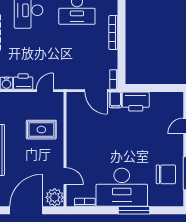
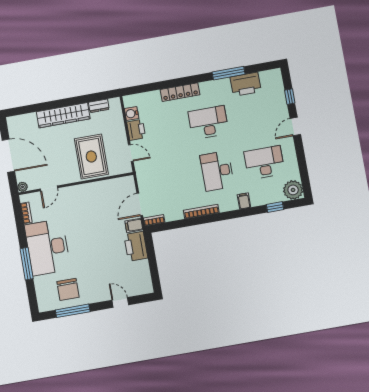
rug: (41, 130) -> (91, 157), width x1.36, depth x1.43
plant: (55, 197) -> (23, 187), width x0.53, depth x0.53

